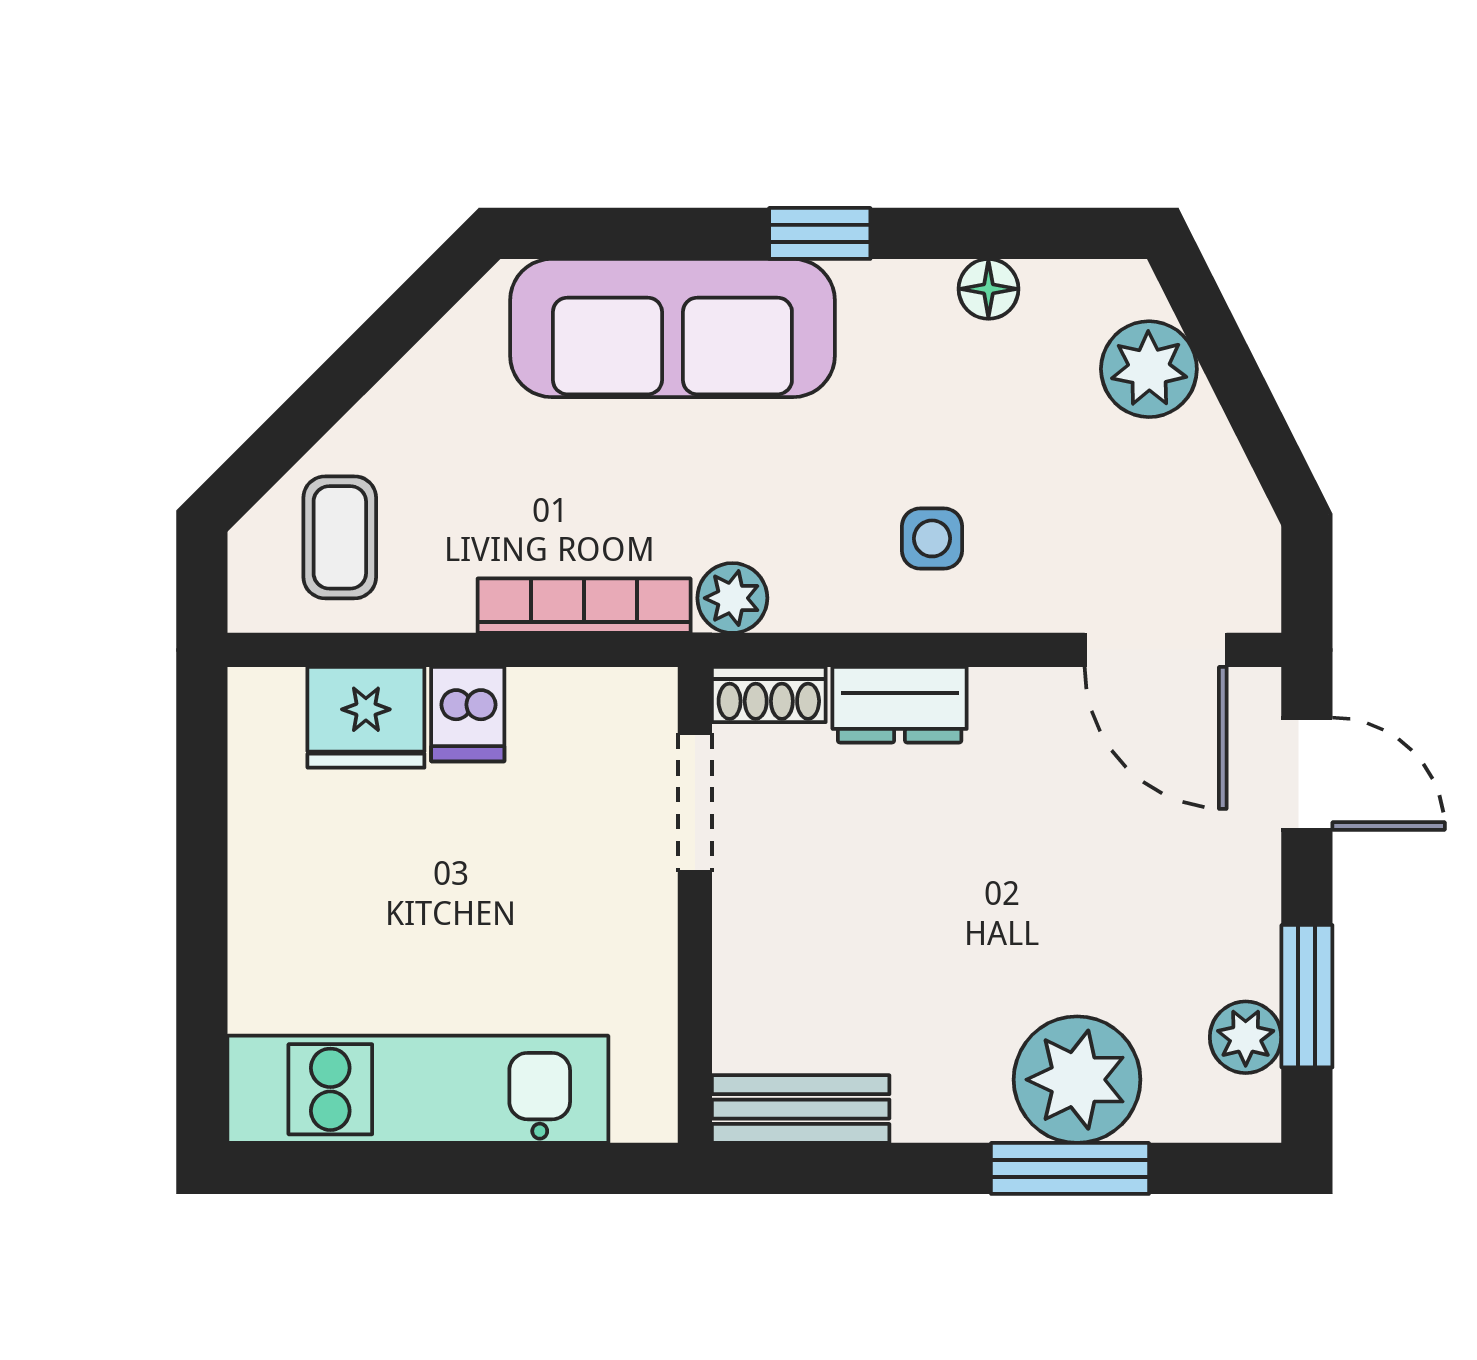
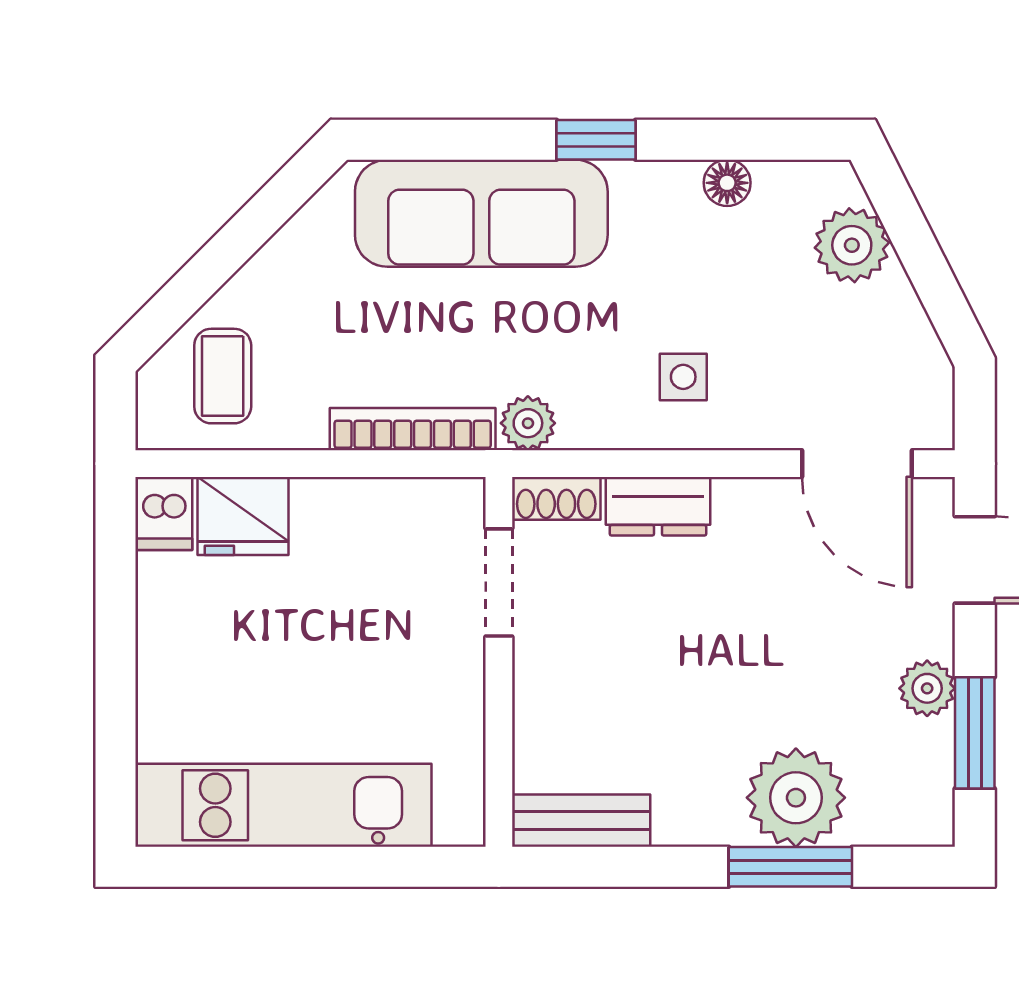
dishwasher: (468, 714) -> (164, 513), moved
plant: (1246, 1037) -> (927, 688), moved

